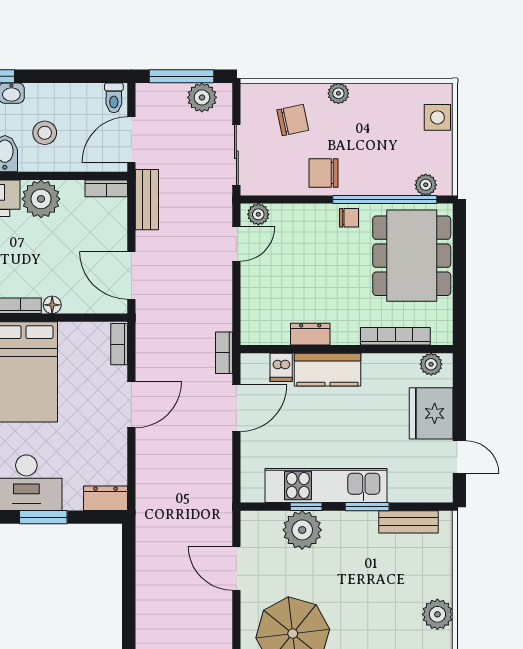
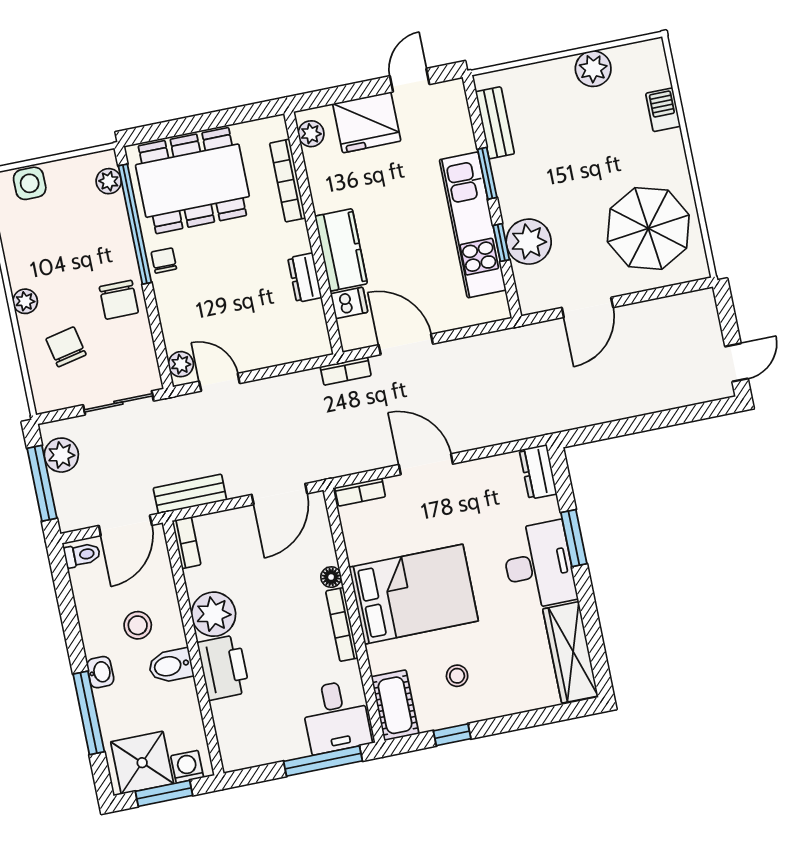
door: (131, 140) -> (125, 525), hinge flipped

